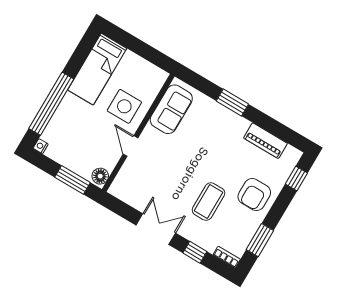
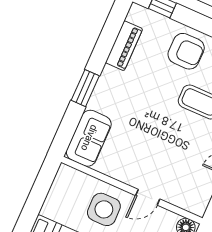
sofa: (171, 109) -> (89, 138), moved, turned 90

